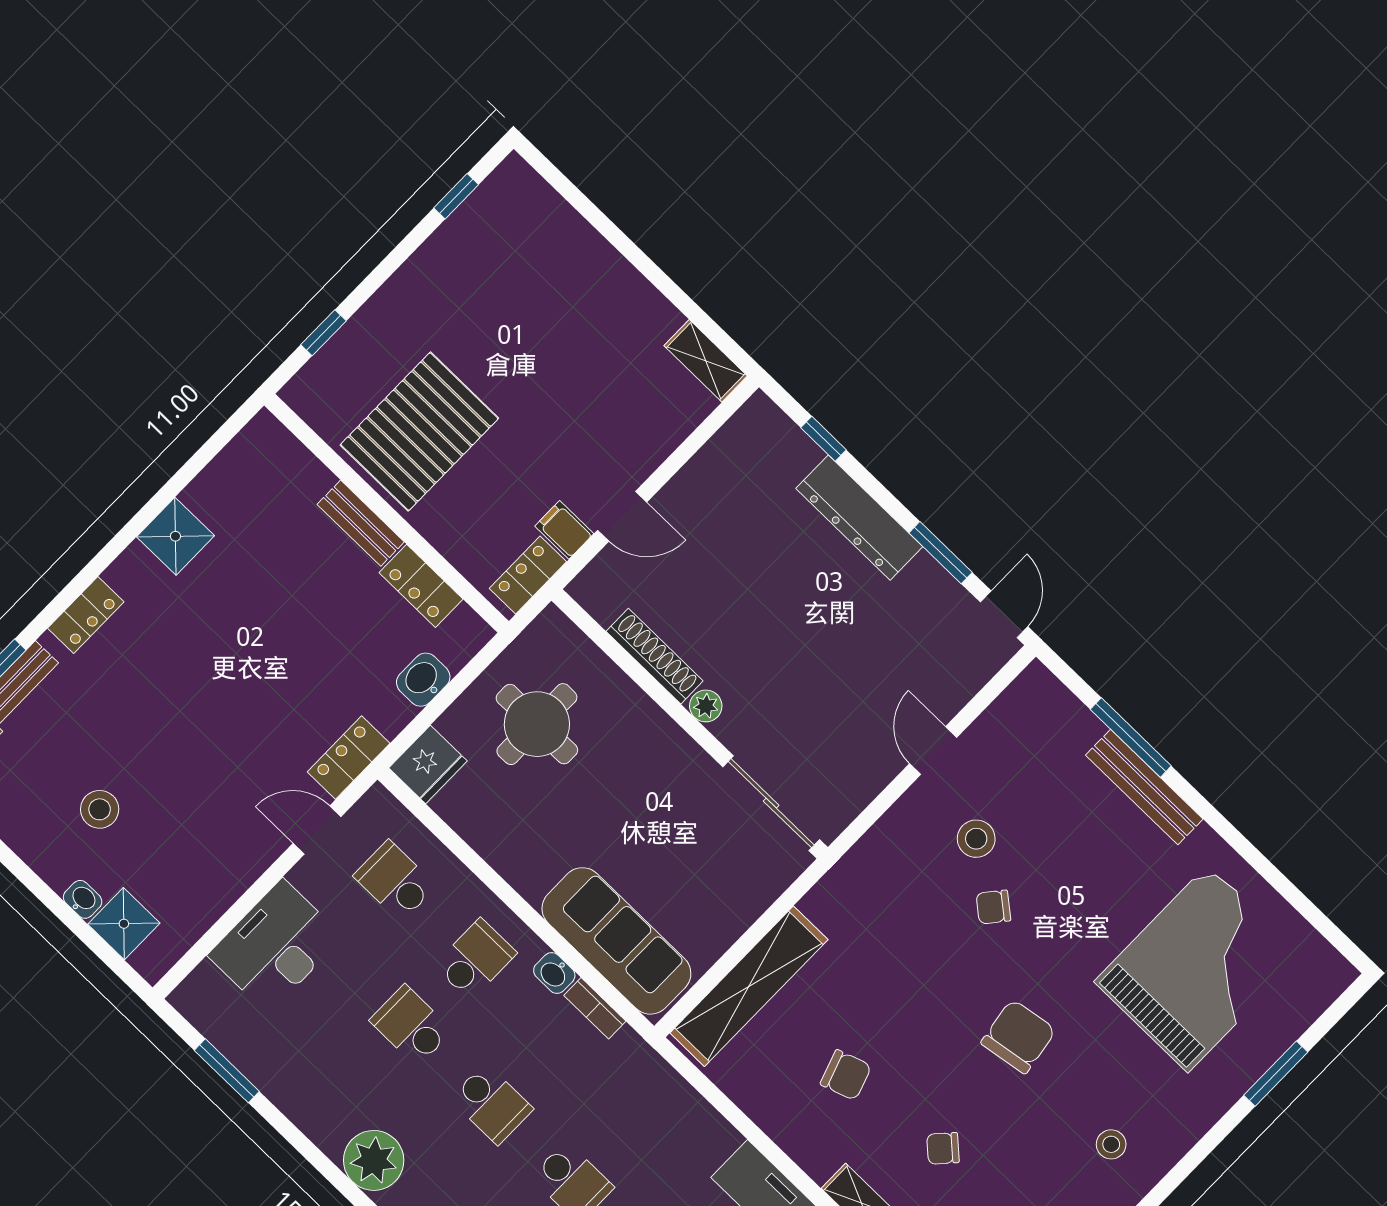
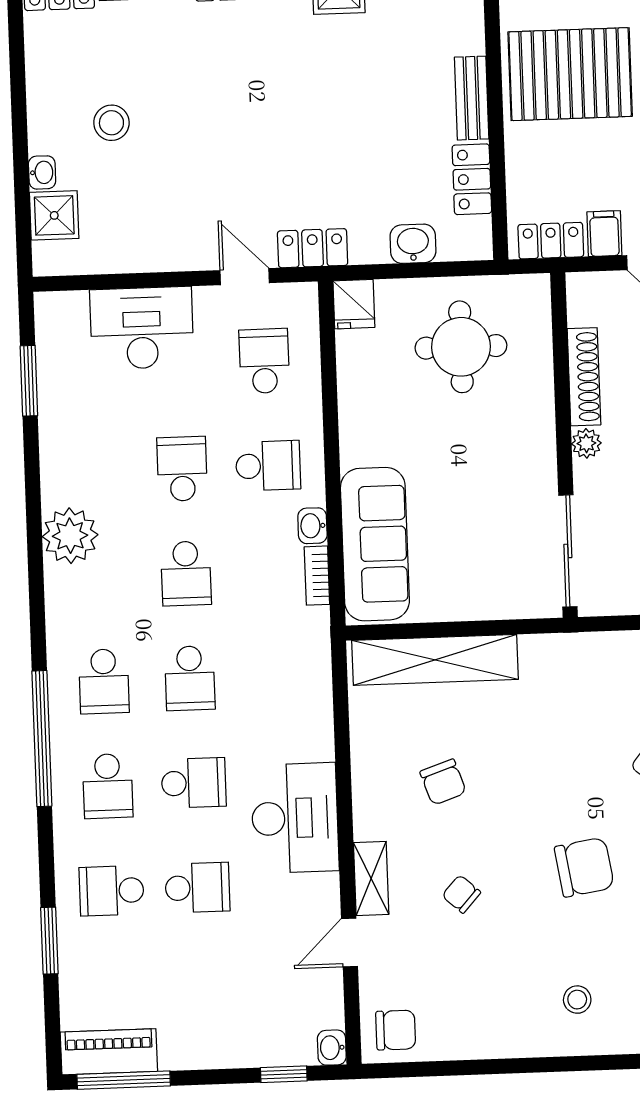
fridge: (428, 764) -> (354, 304), width x0.72

